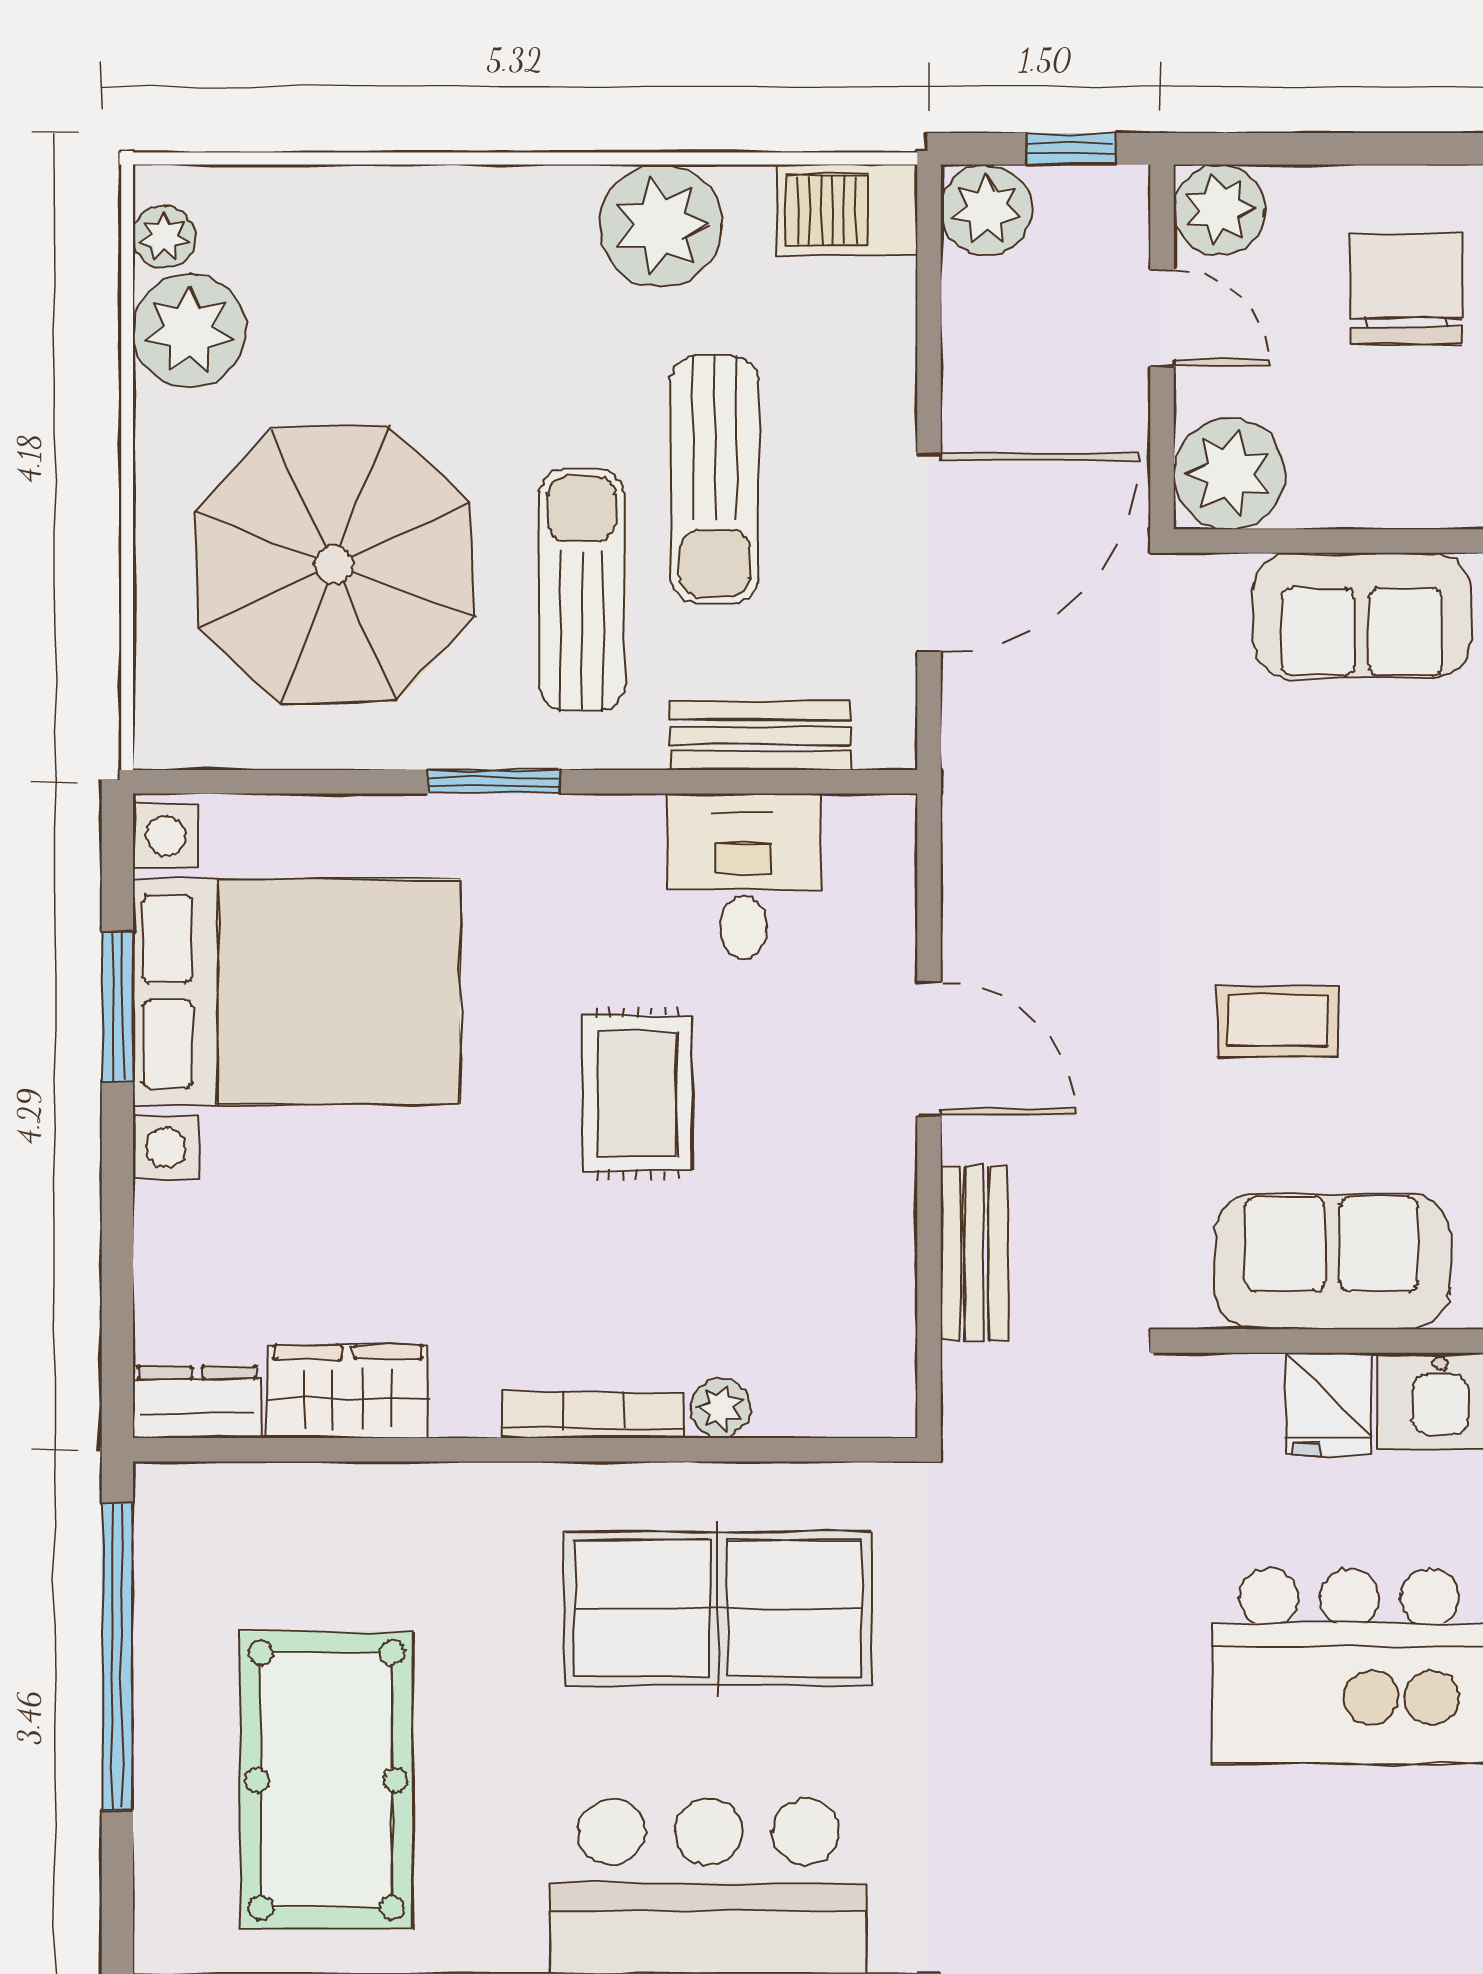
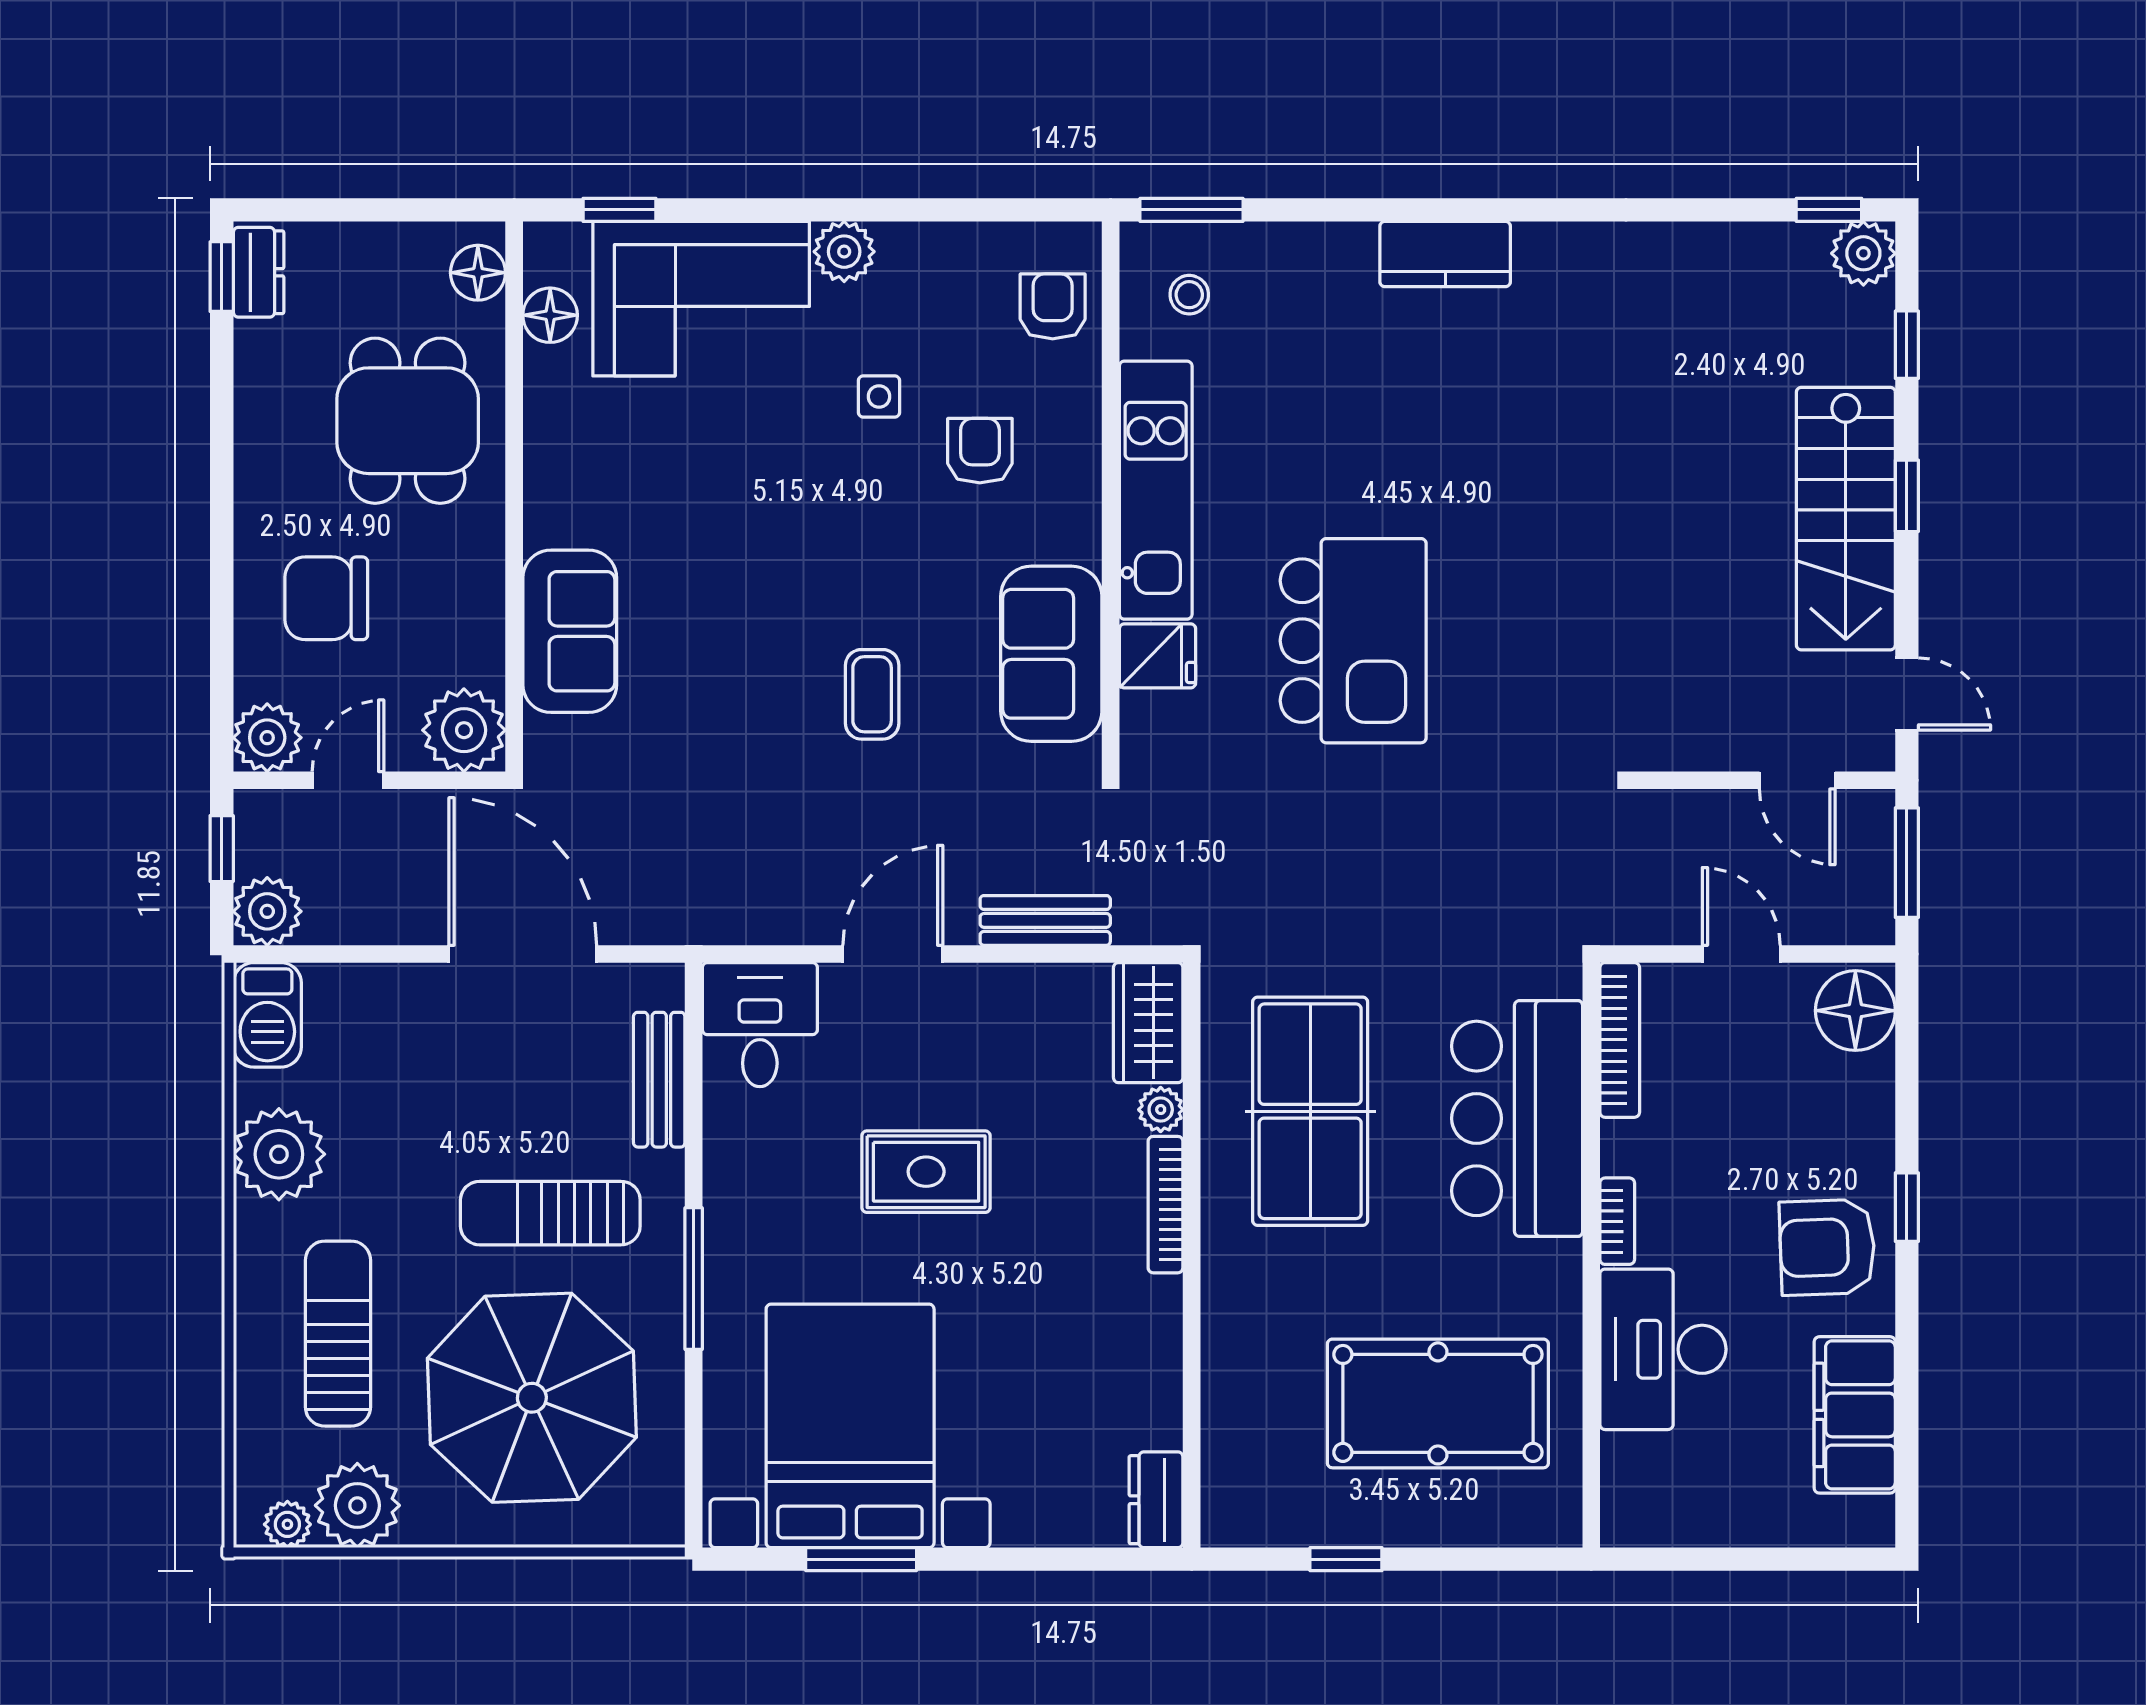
sun lounger: (715, 480) -> (338, 1334), moved, turned -90
window: (494, 782) -> (694, 1279), width x1.44
desk: (744, 877) -> (760, 1025), moved, turned 90
wardrobe: (348, 1391) -> (1148, 1023), moved
window: (117, 1657) -> (1346, 1559), width x0.32

